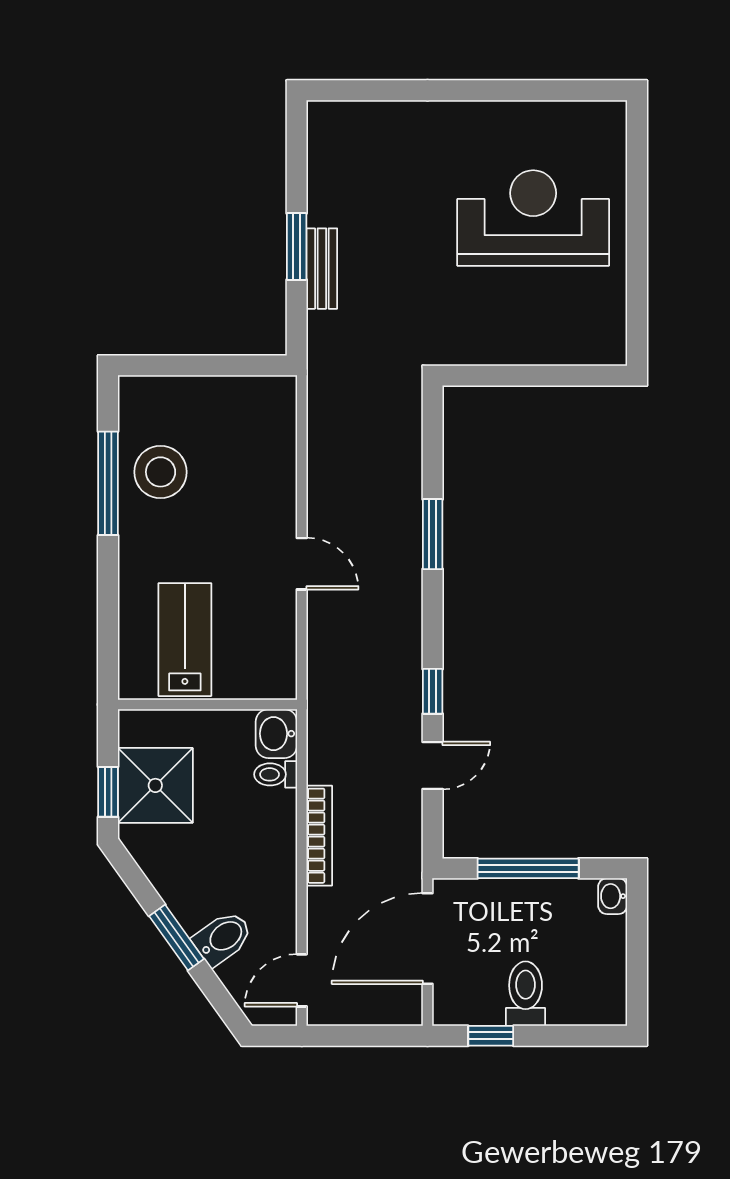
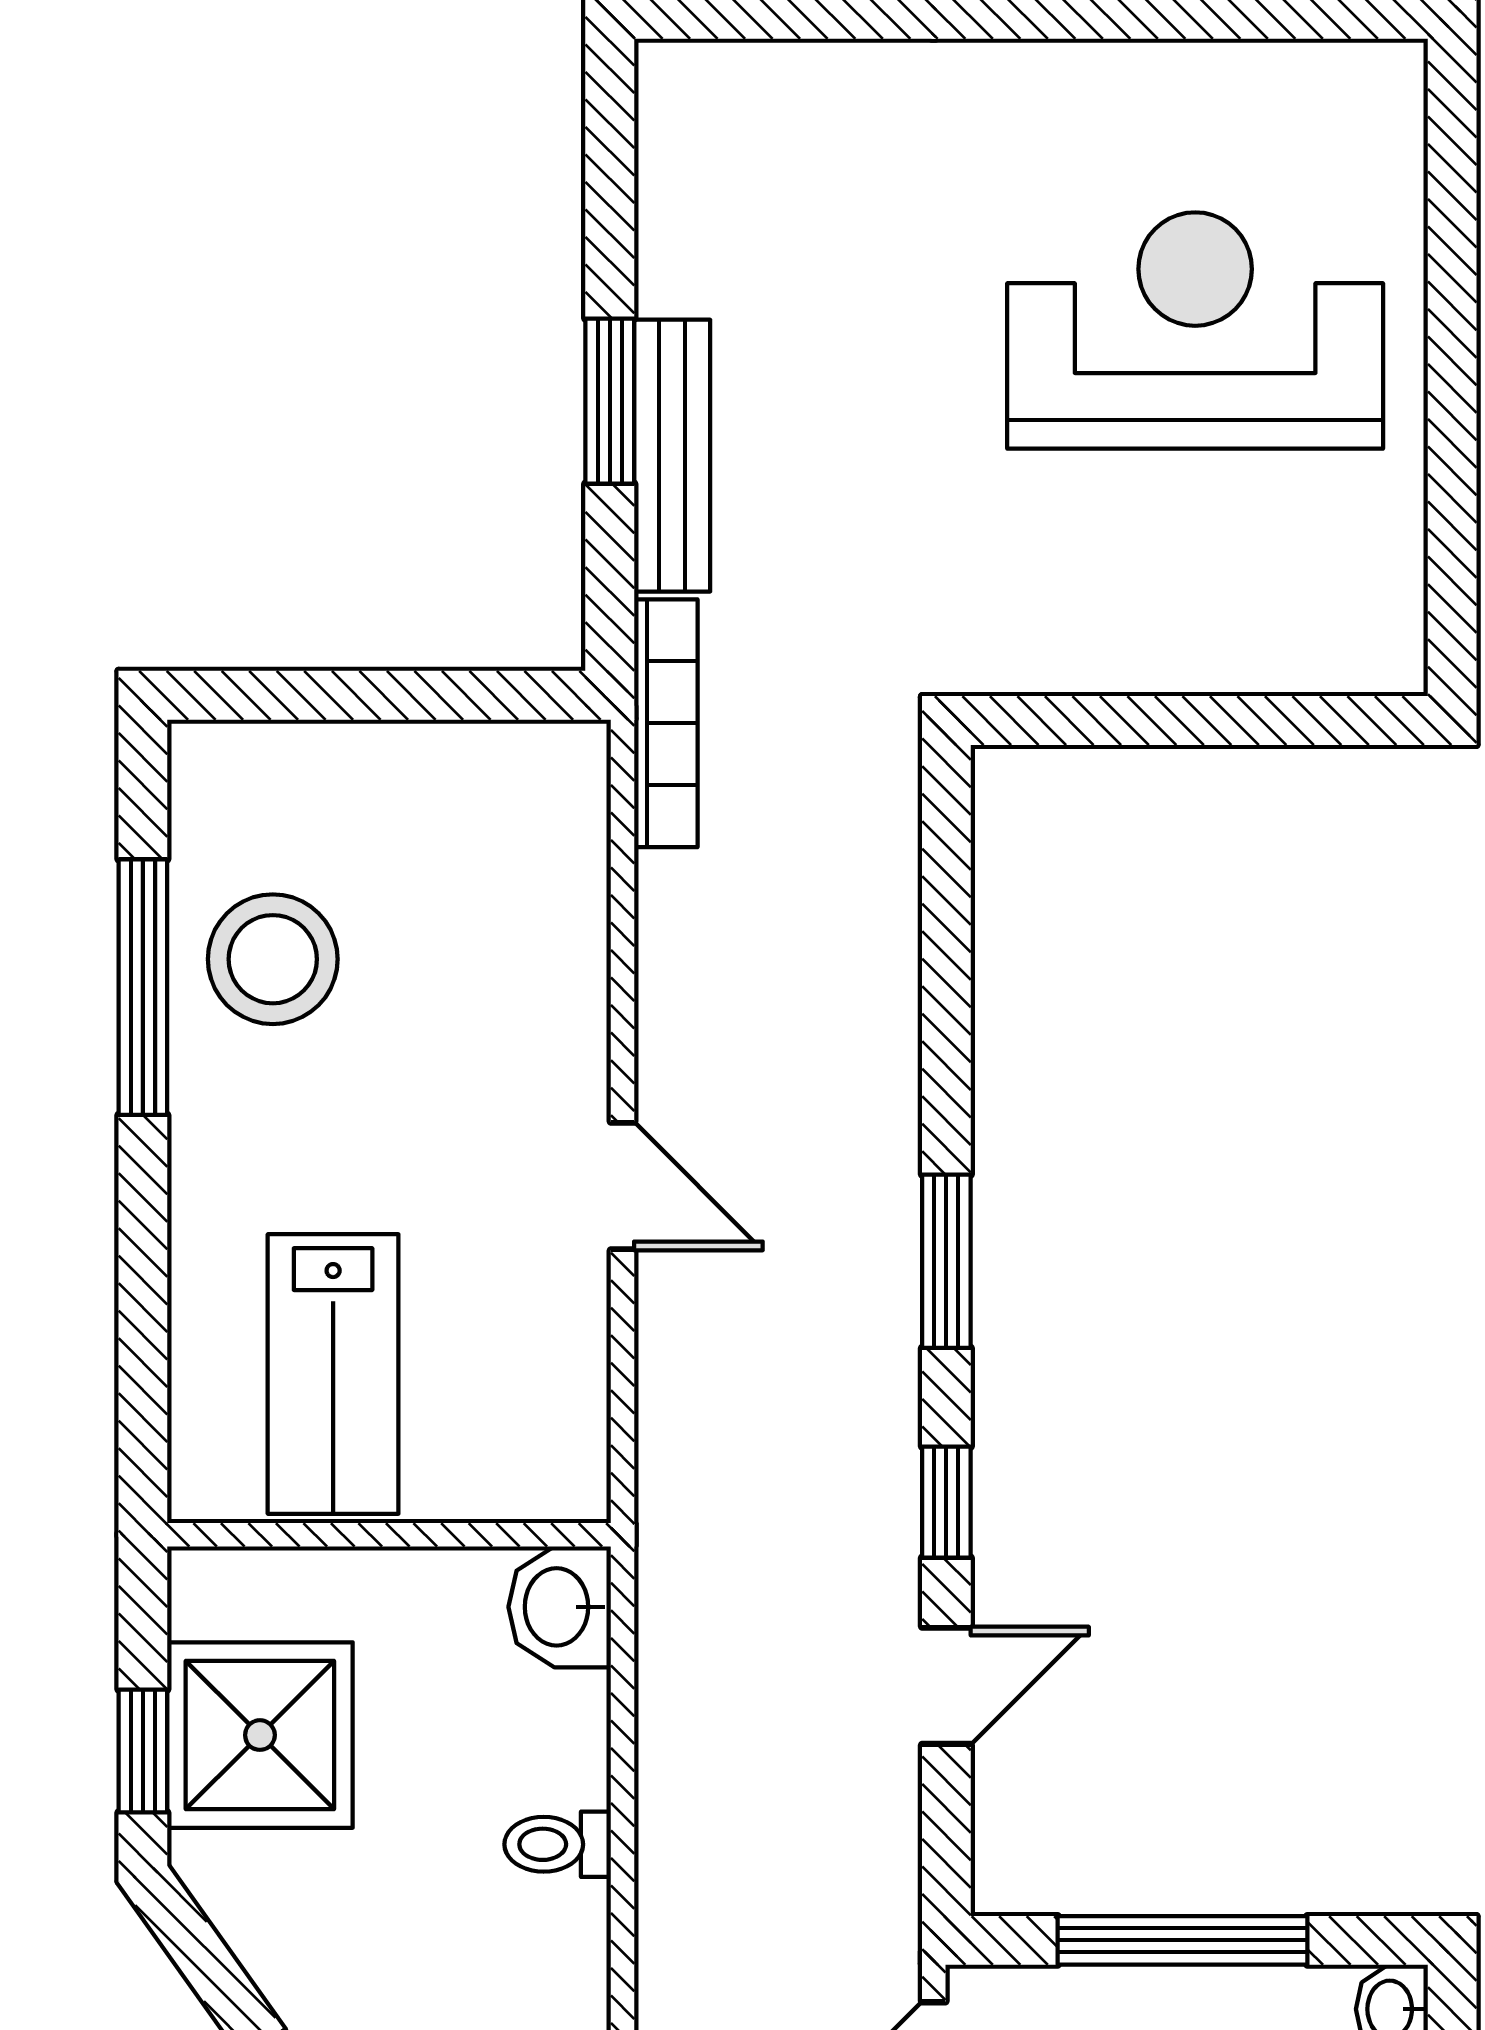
bench: (322, 269) -> (672, 456), width x1.36
window: (433, 534) -> (946, 1261), moved
lab bench: (185, 640) -> (333, 1374), turned 180
toilet: (276, 774) -> (558, 1844), moved
bookcase: (319, 836) -> (666, 723), moved

